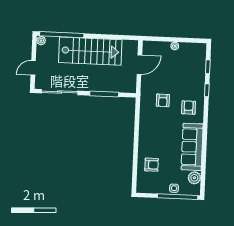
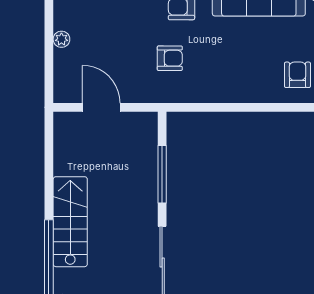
stairs: (90, 51) -> (70, 222), width x0.73, depth x0.66

